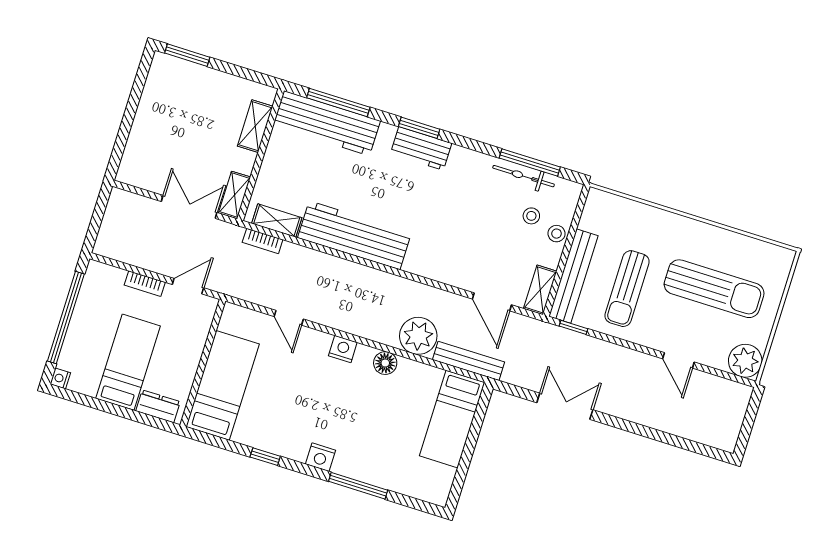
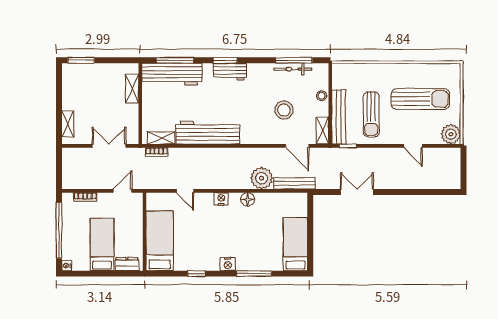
shelving: (235, 195) -> (68, 124), moved
stool: (531, 216) -> (284, 110), moved, width x1.89, depth x1.89
bookcase: (145, 284) -> (85, 197), moved
bed: (452, 419) -> (295, 244), moved, turned 180

